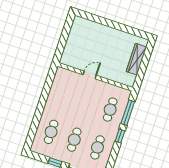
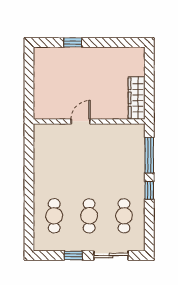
window: (102, 21) -> (73, 42), added
wardrobe: (136, 59) -> (137, 98), moved
cafe table: (110, 110) -> (124, 159), removed

